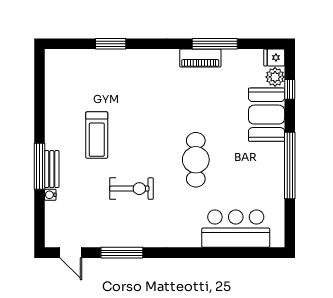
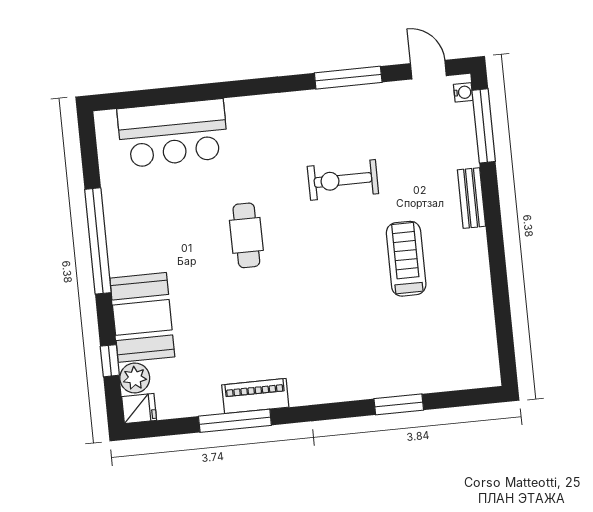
cafe table: (196, 160) -> (246, 235), width x0.73, depth x0.74
window: (40, 166) -> (484, 126), moved
water cooler: (50, 195) -> (463, 92), moved

